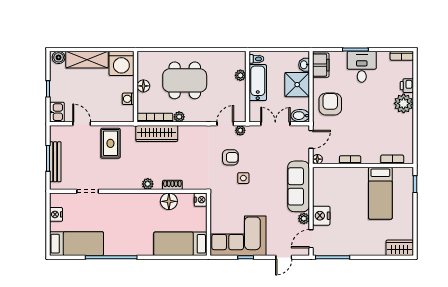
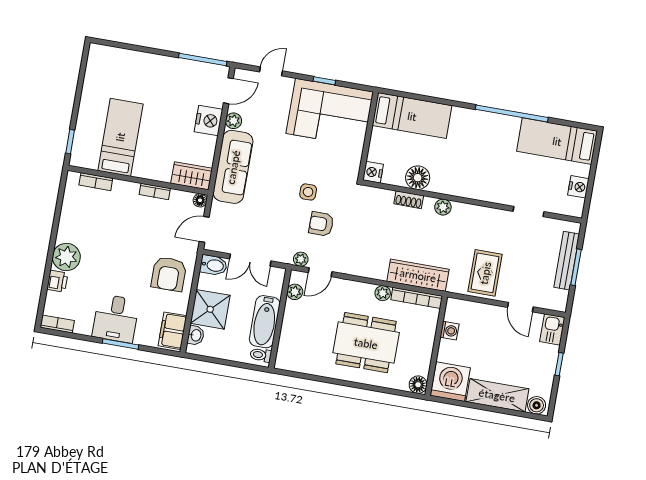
plant: (240, 75) -> (295, 292), moved
floor lamp: (143, 86) -> (418, 385), moved
wardrobe: (400, 248) -> (192, 176), moved, turned 180

